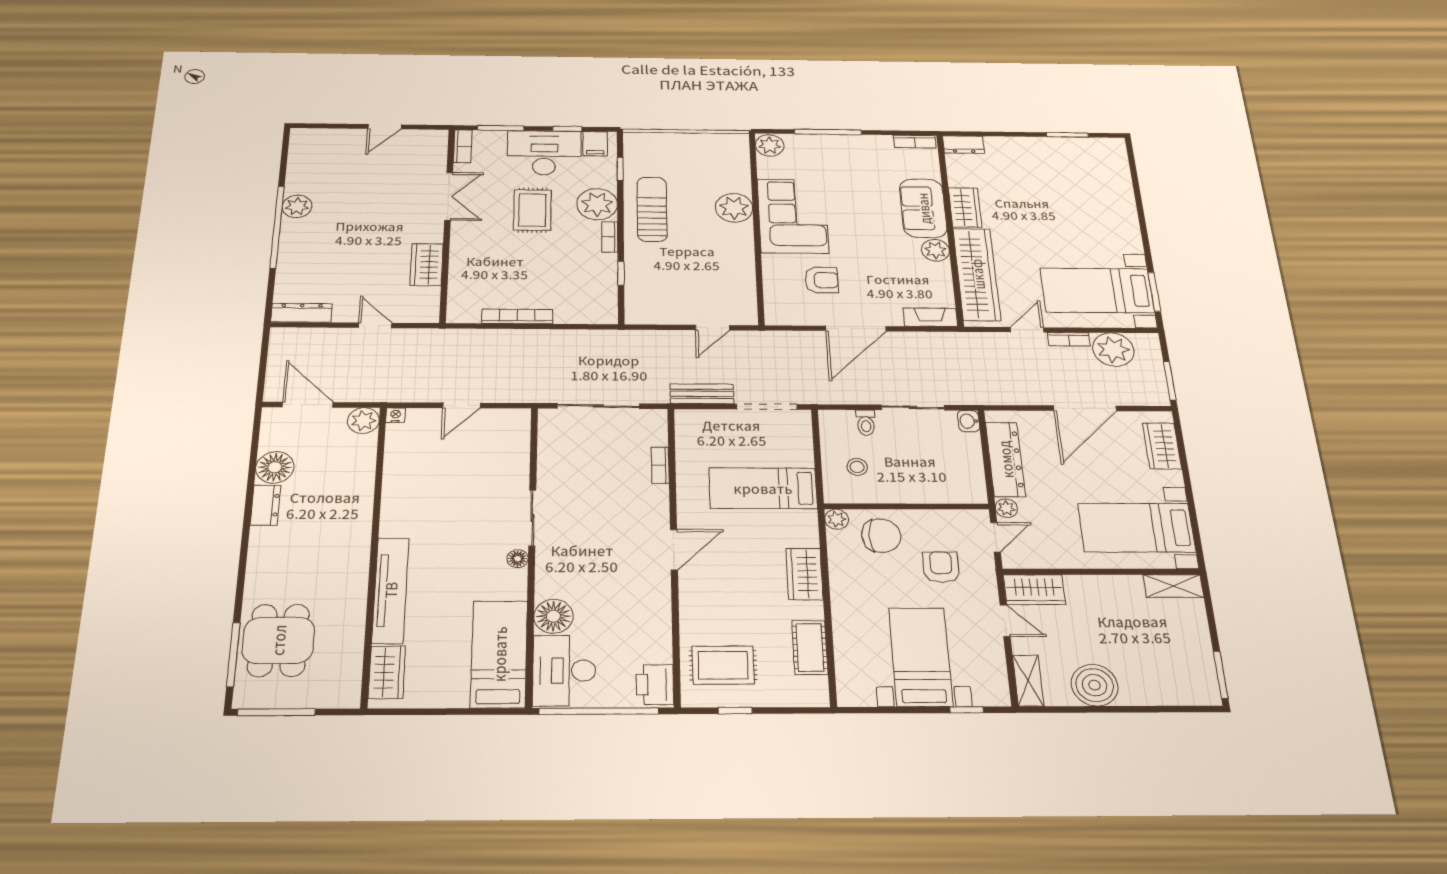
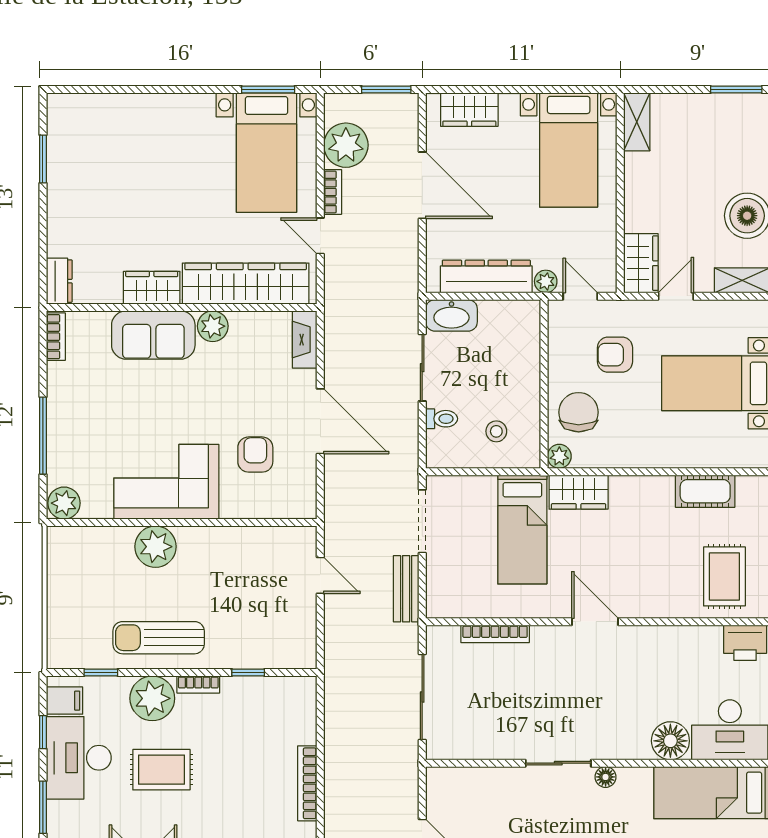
washbasin: (969, 421) -> (451, 315), width x1.91, depth x1.45
bookcase: (660, 465) -> (495, 634), width x1.56
wardrobe: (805, 574) -> (579, 492), moved

